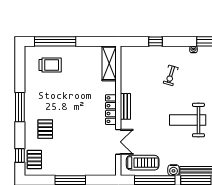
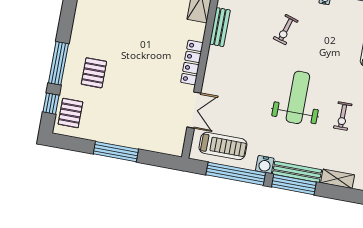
bench: (125, 106) -> (220, 27), moved
window: (20, 107) -> (58, 63), moved
weight bench: (188, 120) -> (298, 97), turned 90

